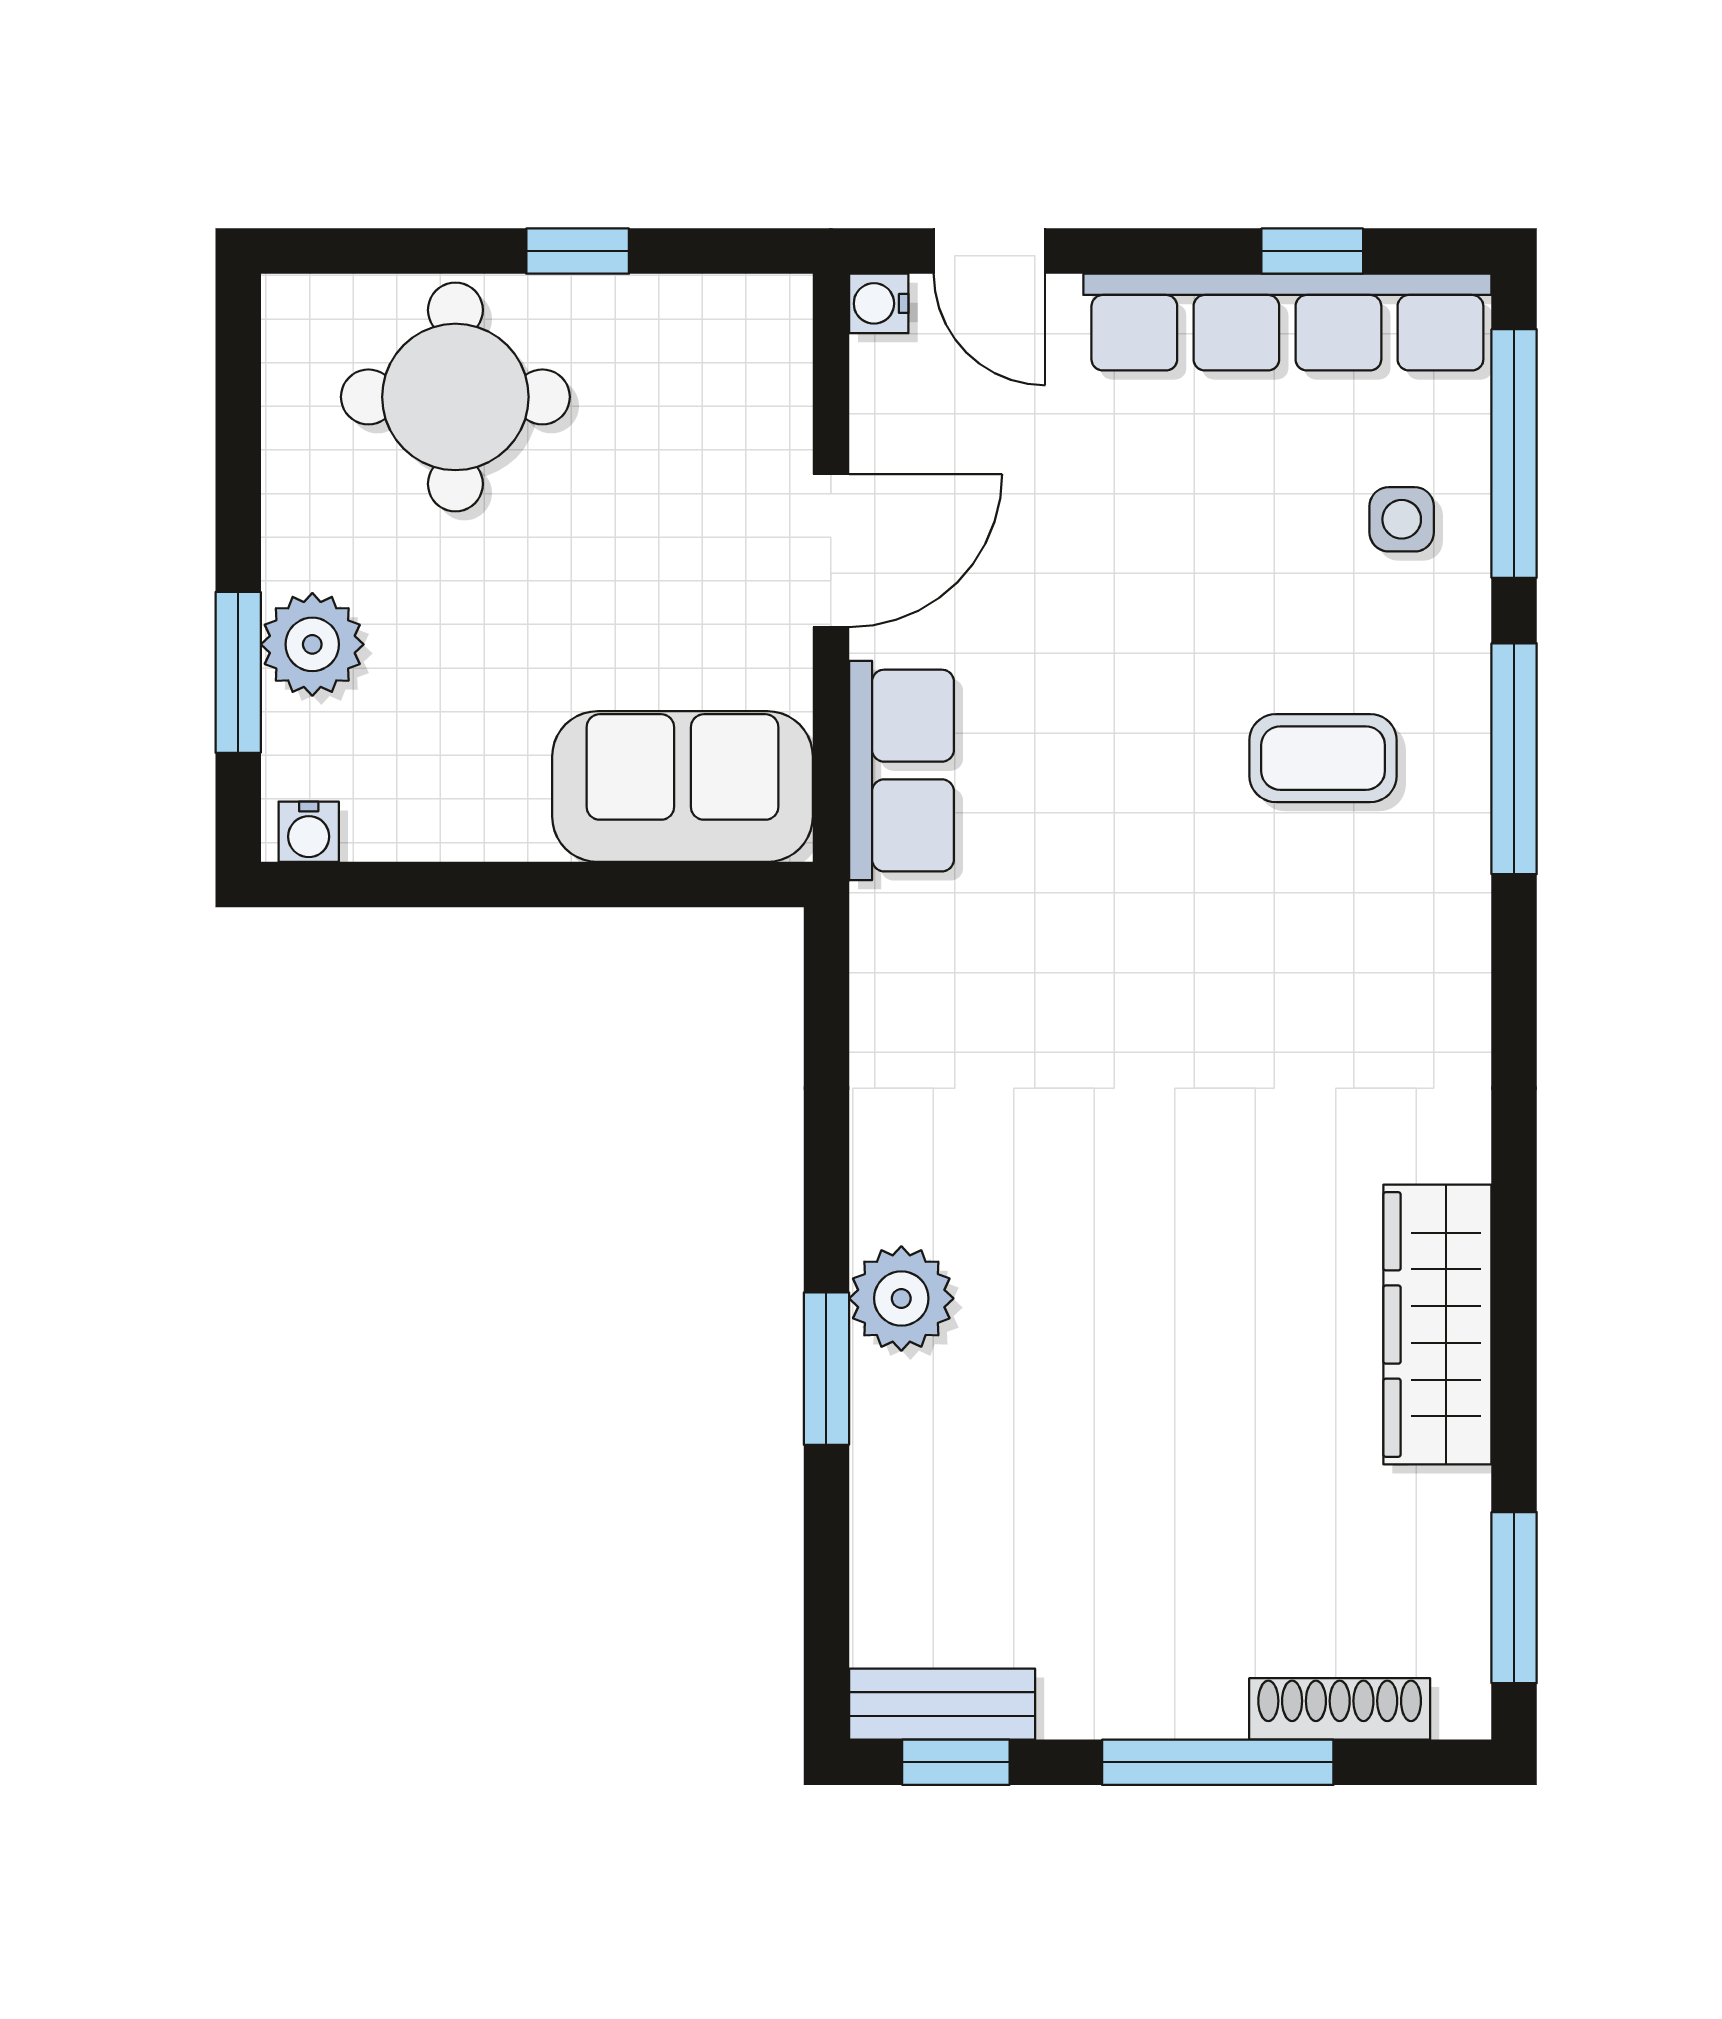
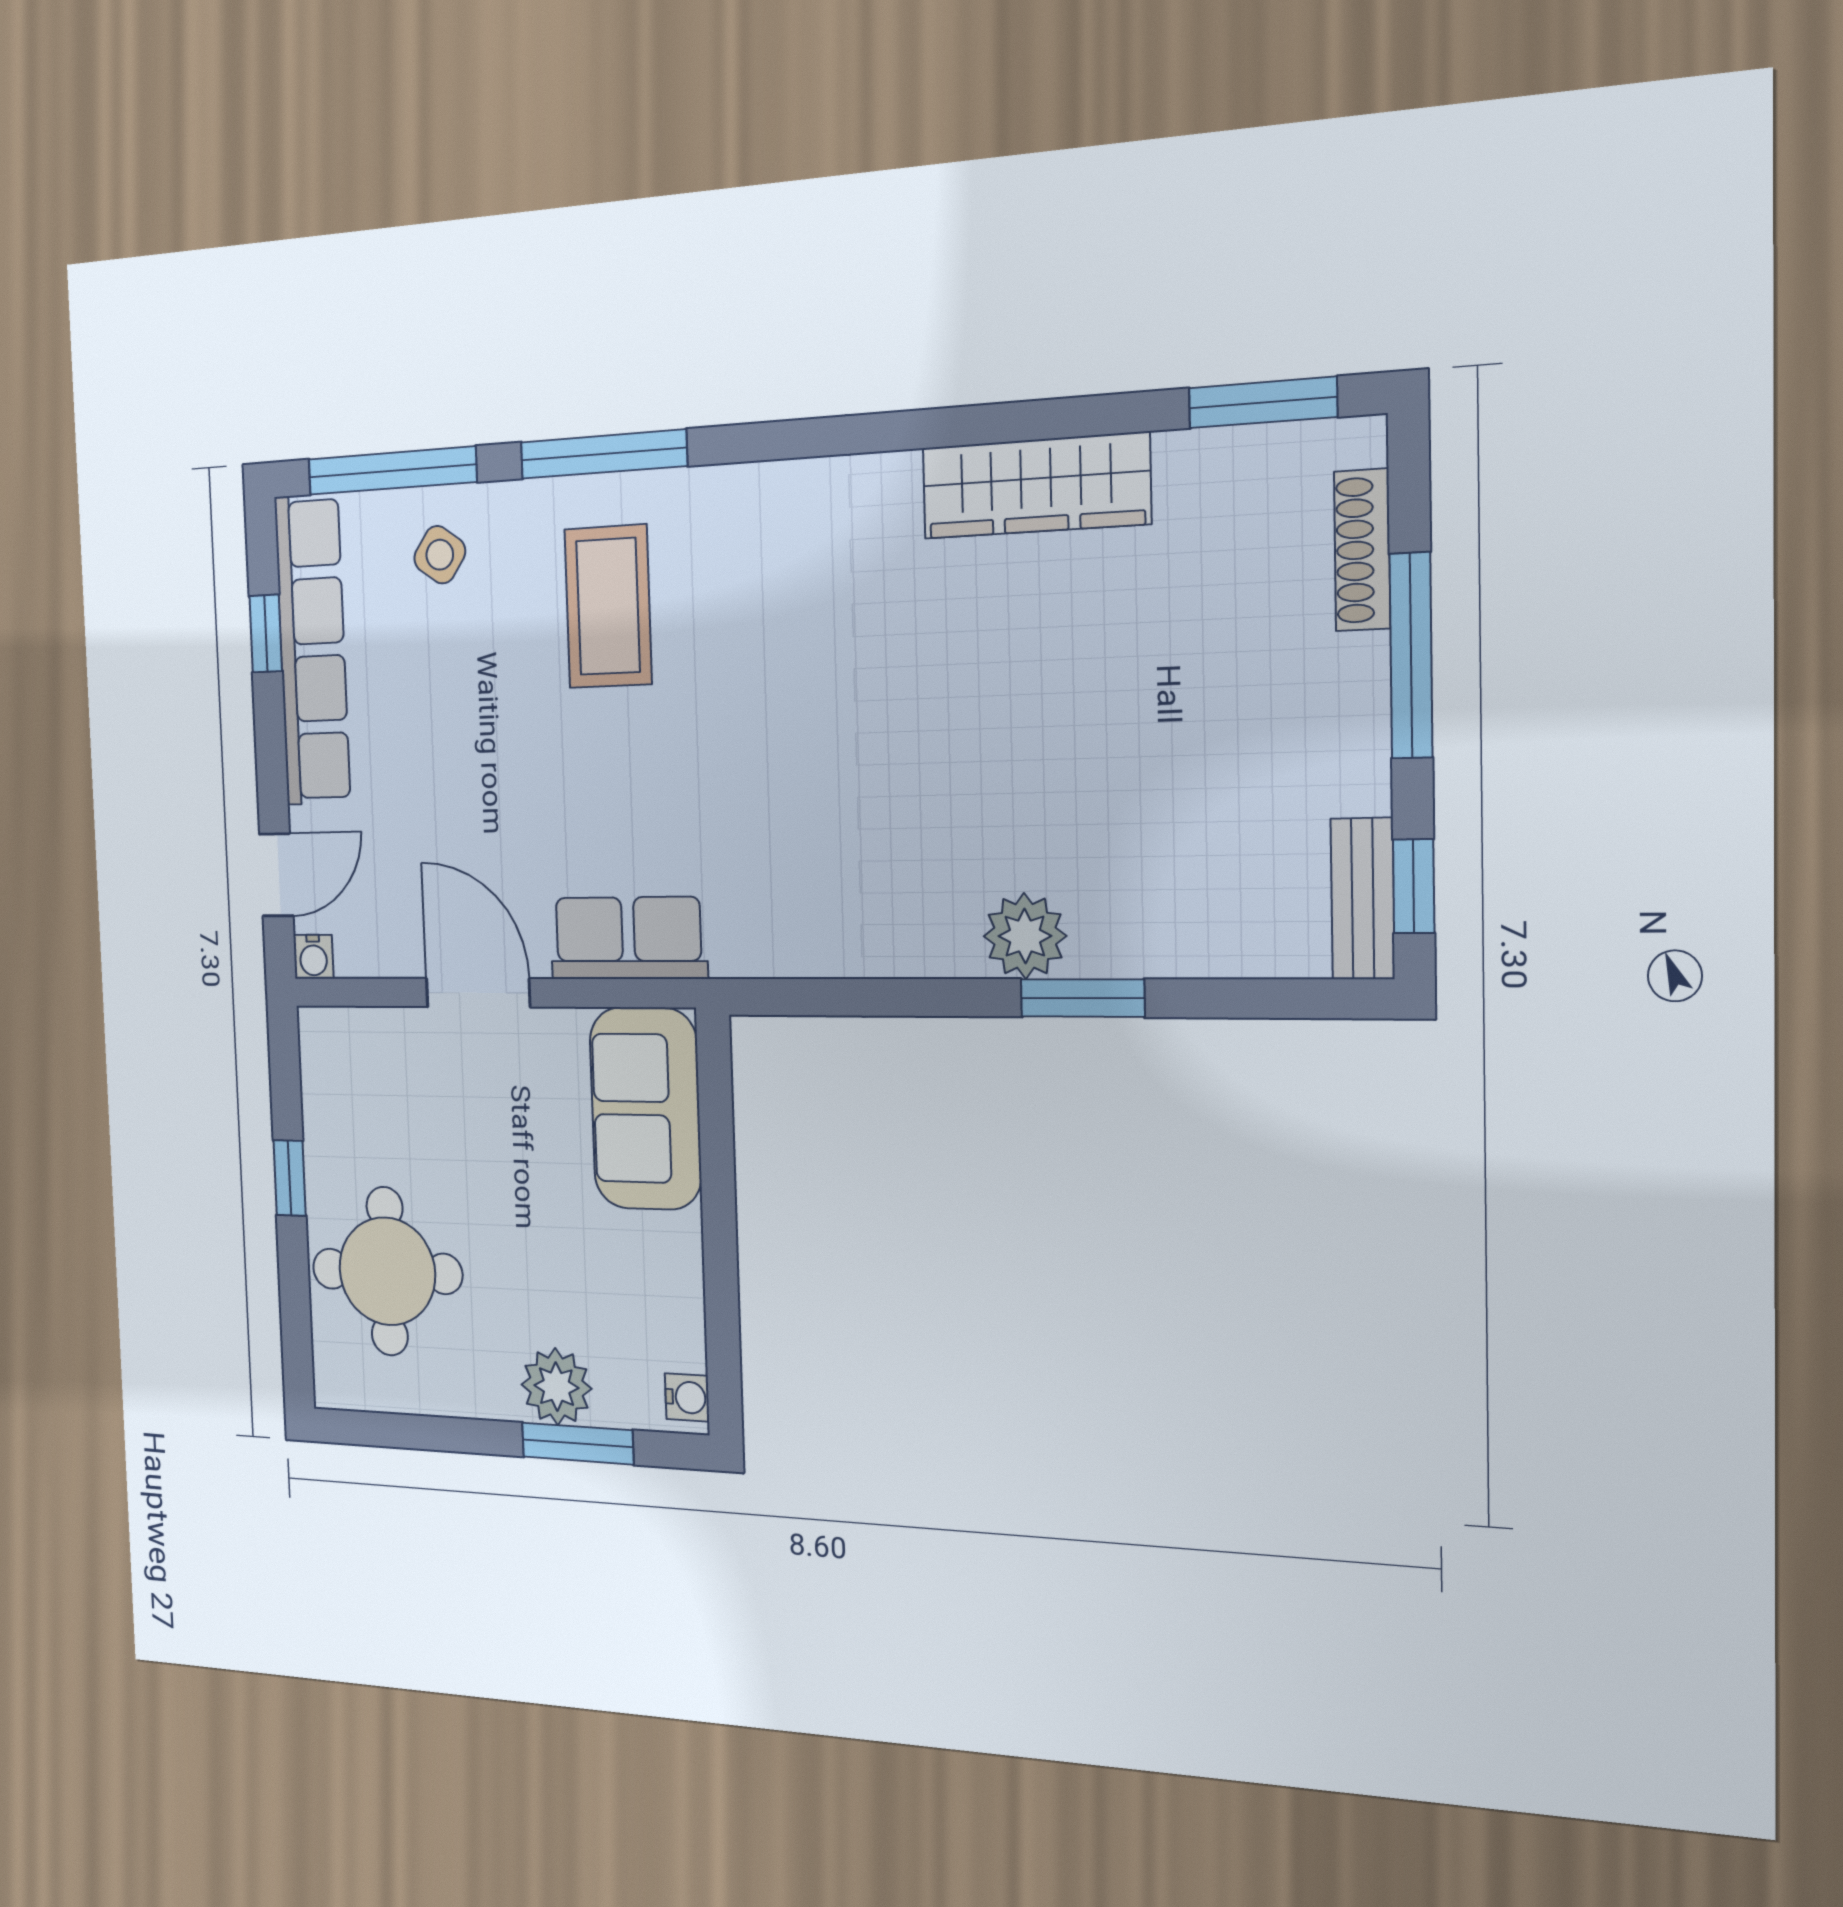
side table: (1402, 519) -> (440, 555), turned 35
coffee table: (1323, 758) -> (608, 606), width x1.36, depth x1.30

